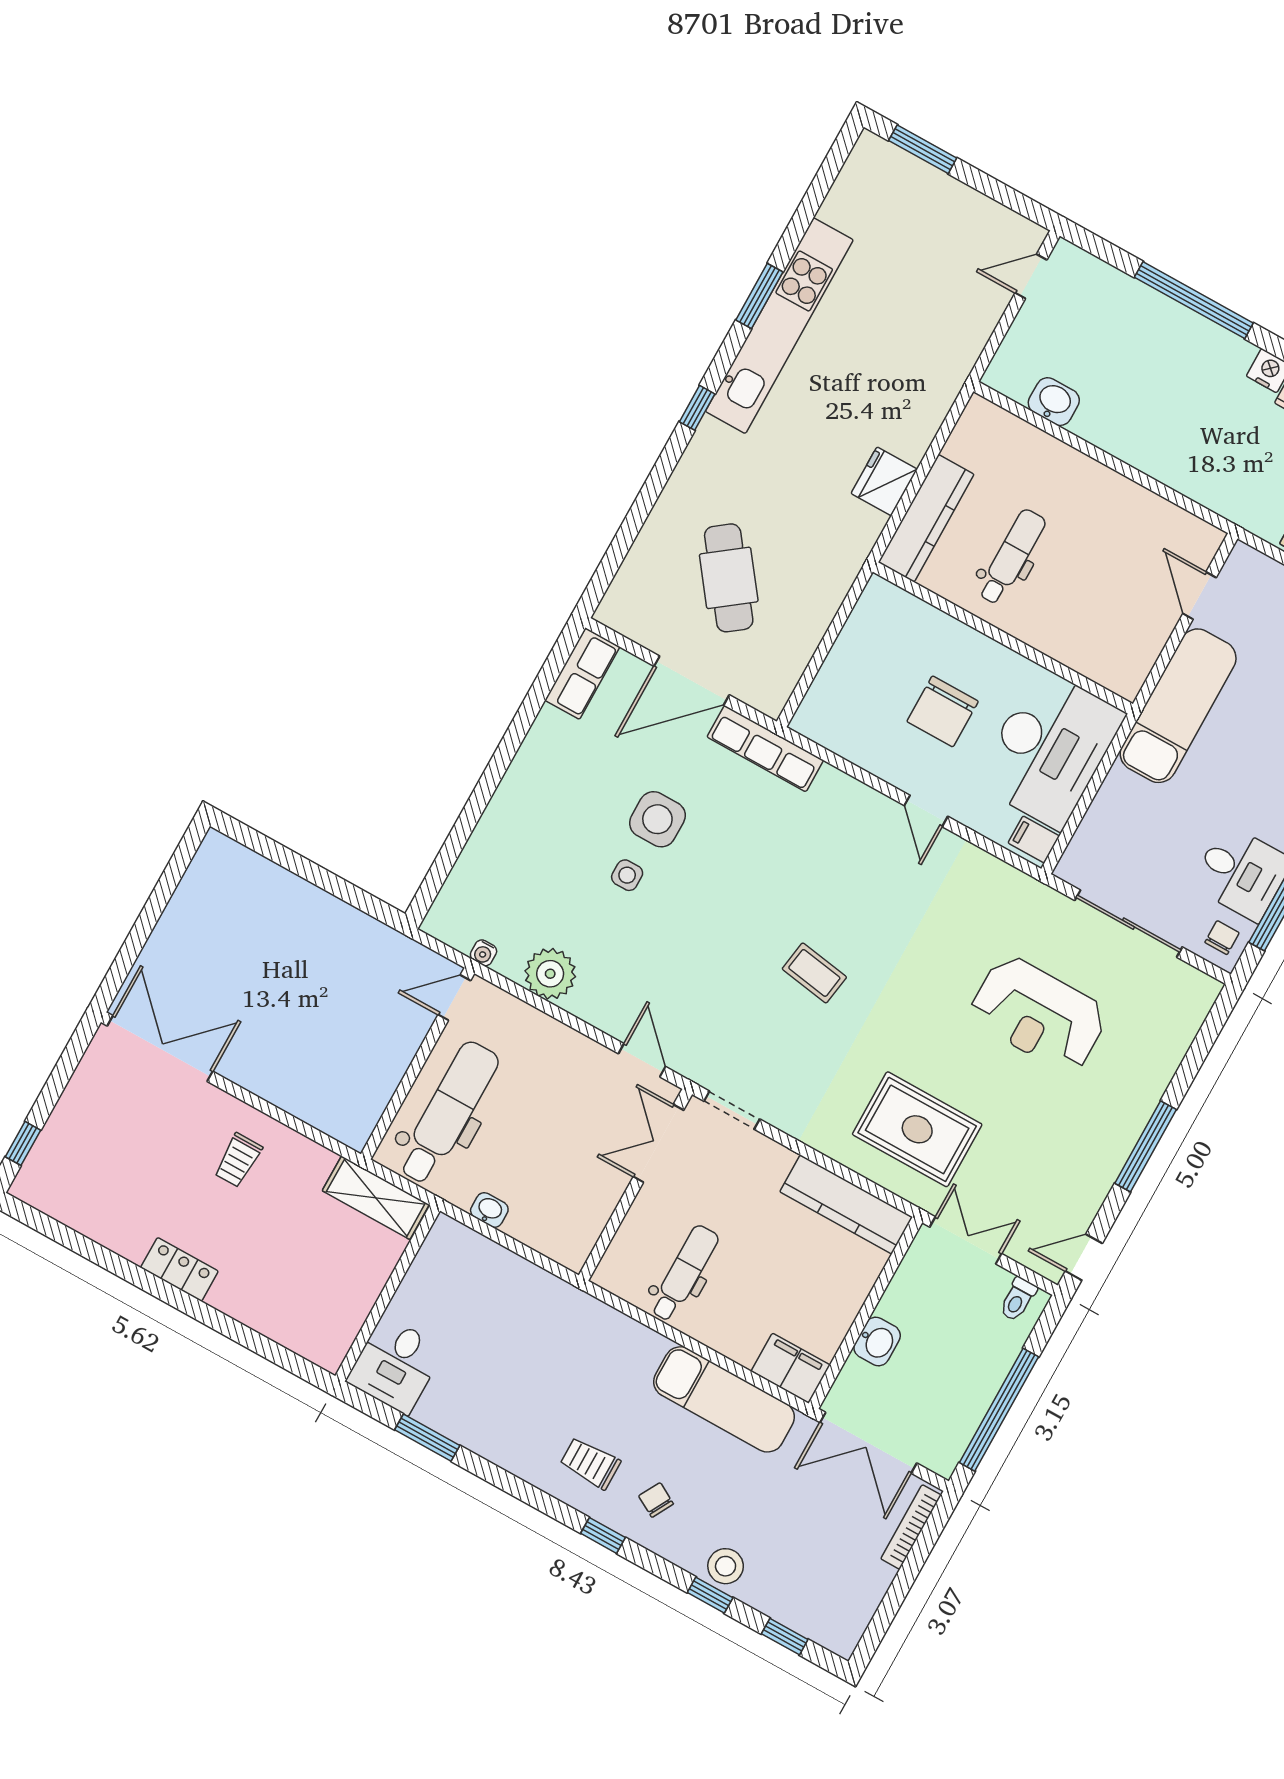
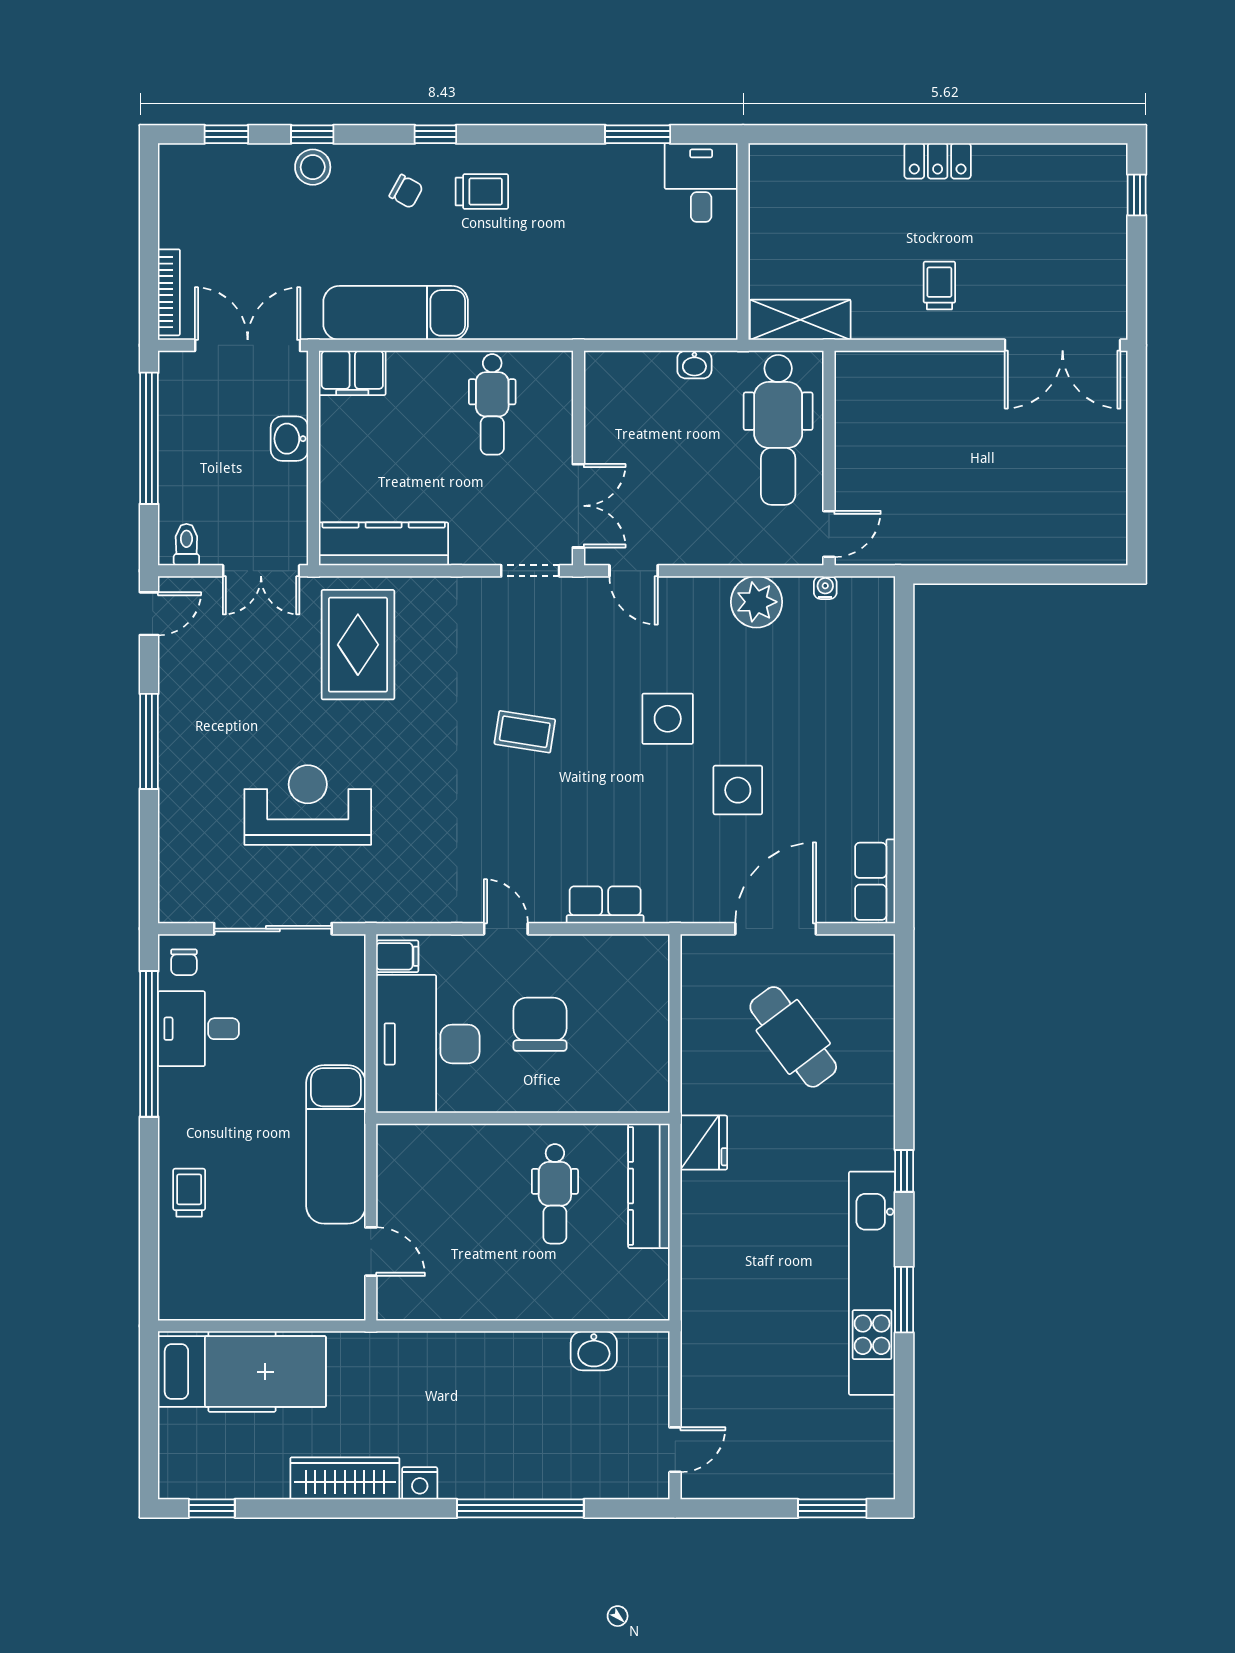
fridge: (884, 481) -> (704, 1143), moved
row of seats: (765, 749) -> (605, 905), moved, width x0.68
side table: (627, 875) -> (668, 719), moved, width x1.87, depth x1.87
rug: (917, 1129) -> (358, 645), turned 90

